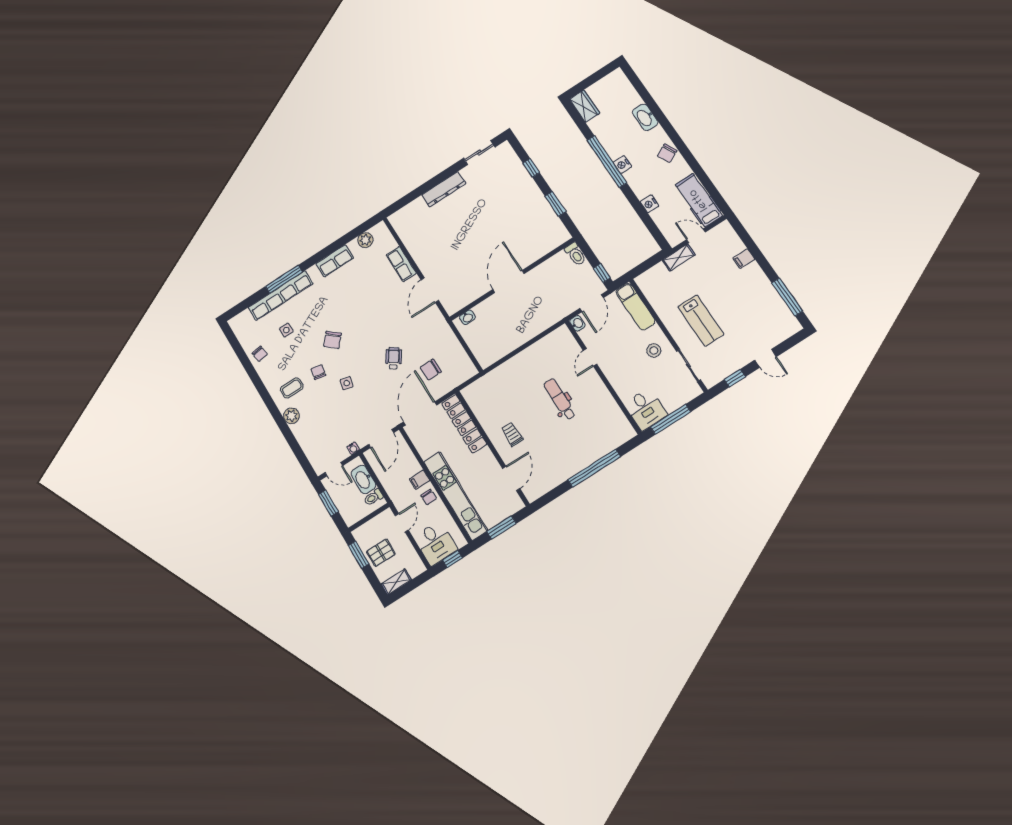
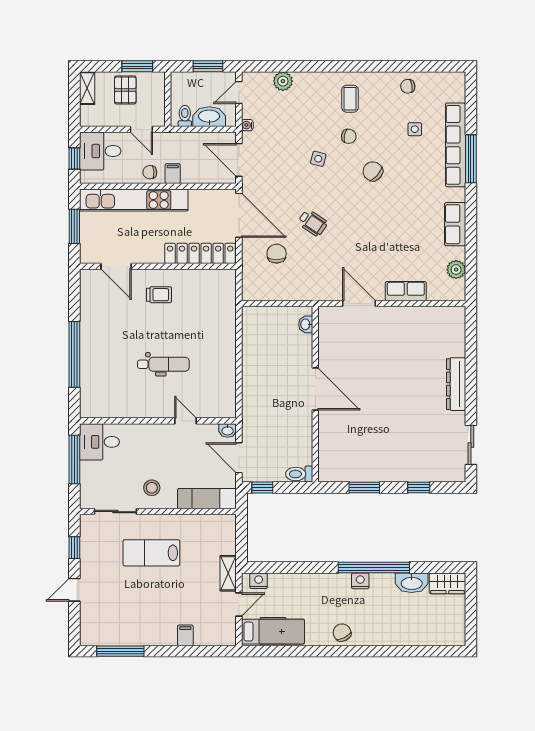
washbasin: (645, 117) -> (412, 583), moved, turned 180
nightstand: (649, 204) -> (259, 581), moved
plant: (291, 416) -> (283, 81), moved

